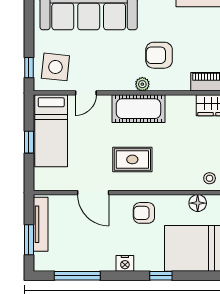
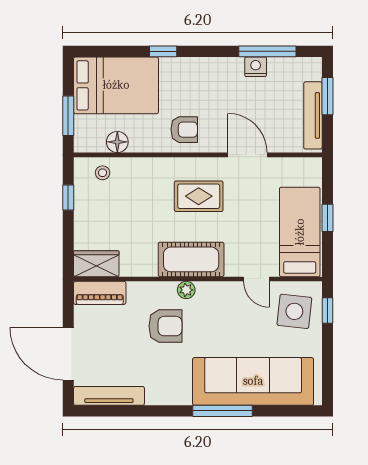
door: (86, 93) -> (256, 279), swing flipped
nightstand: (125, 263) -> (256, 67), moved

